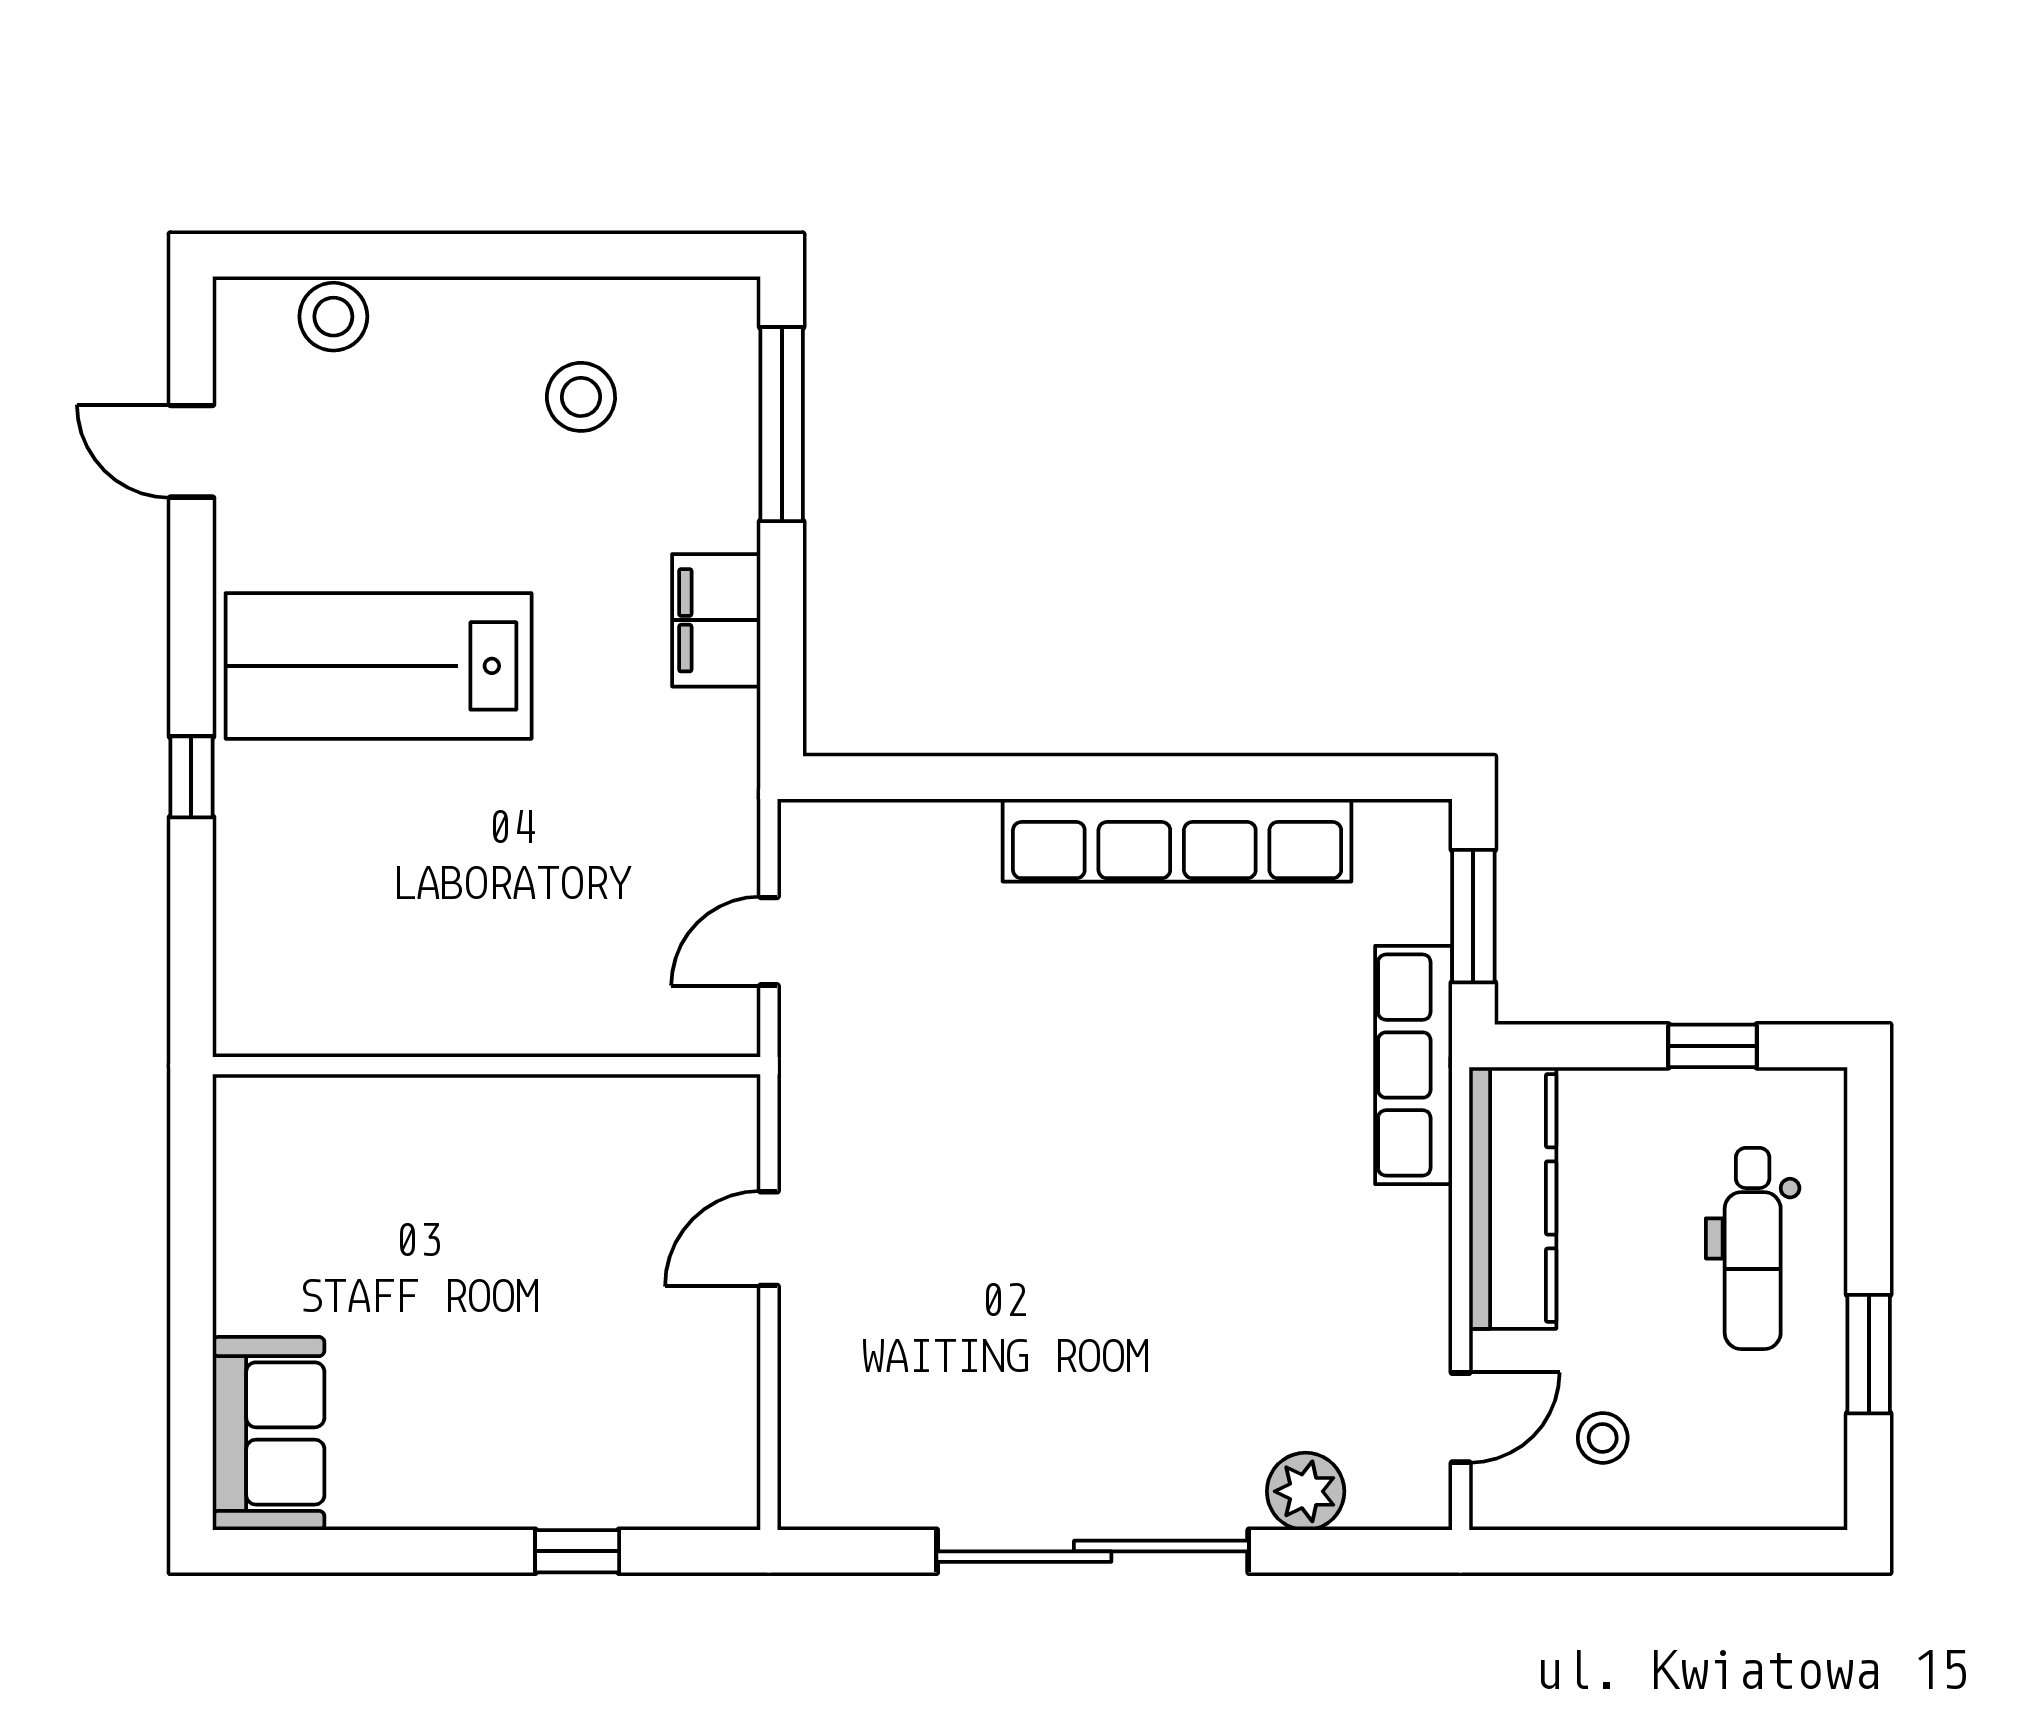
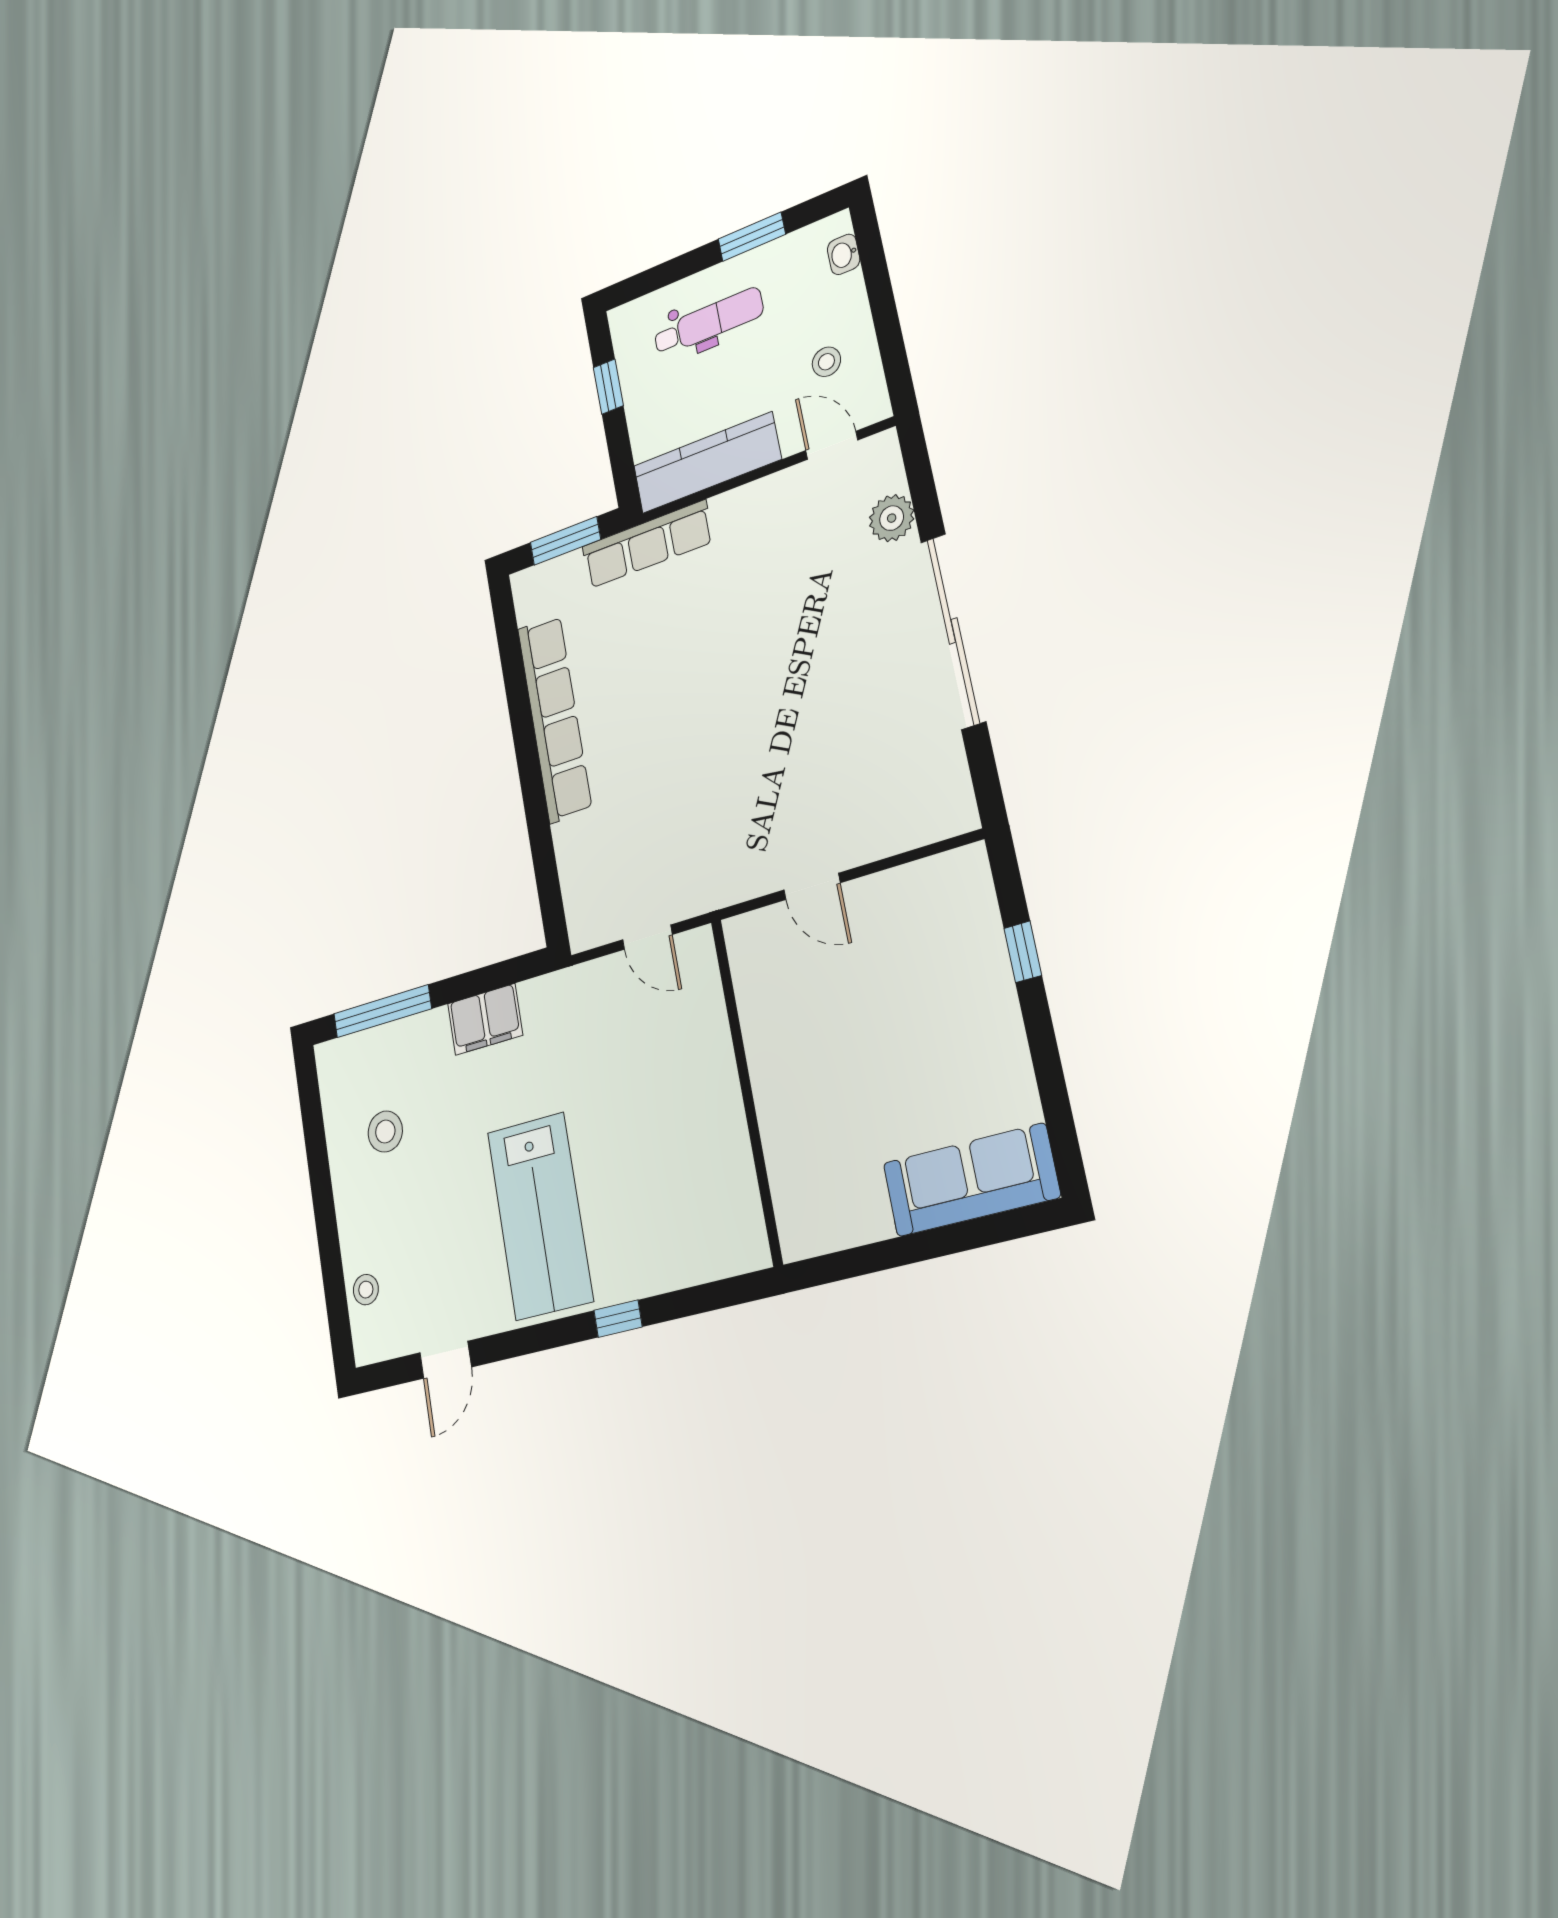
stool: (333, 317) -> (366, 1290), width x0.73, depth x0.73
sofa: (269, 1433) -> (971, 1180), width x1.36
washbasin: (1771, 1504) -> (844, 254), added

